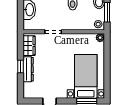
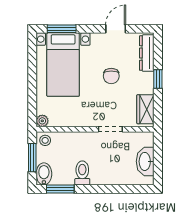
dresser: (28, 69) -> (147, 53), moved
chair: (53, 69) -> (111, 76), added

